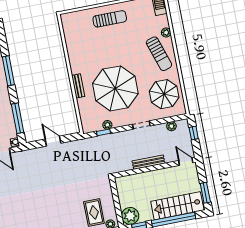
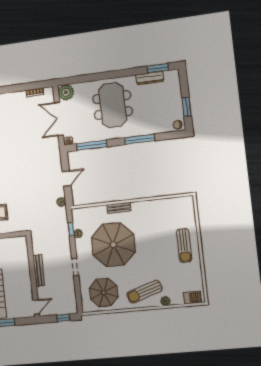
plant: (171, 126) -> (61, 202), moved

